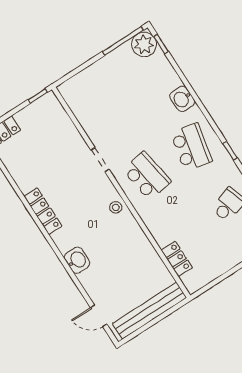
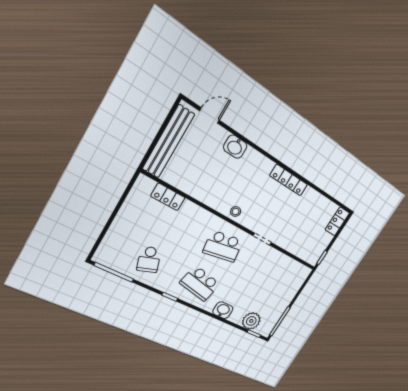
plant: (144, 44) -> (251, 321), moved
washbasin: (77, 260) -> (235, 147), moved

